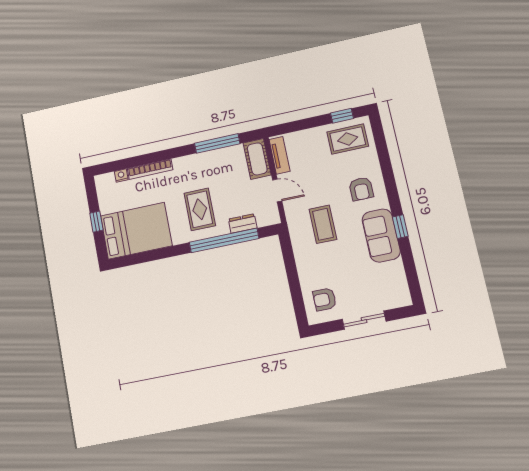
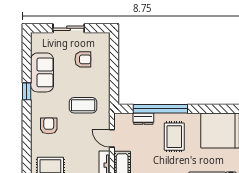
coffee table: (323, 224) -> (83, 105), turned 90
sofa: (381, 236) -> (42, 72), moved
armchair: (325, 299) -> (83, 59), moved

